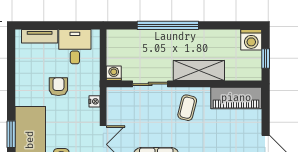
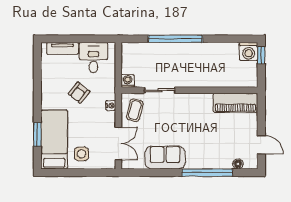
window: (266, 59) -> (261, 55), moved
shelving: (199, 70) -> (202, 78), removed
armchair: (58, 87) -> (79, 93), turned -142
coffee table: (187, 108) -> (135, 110), moved

